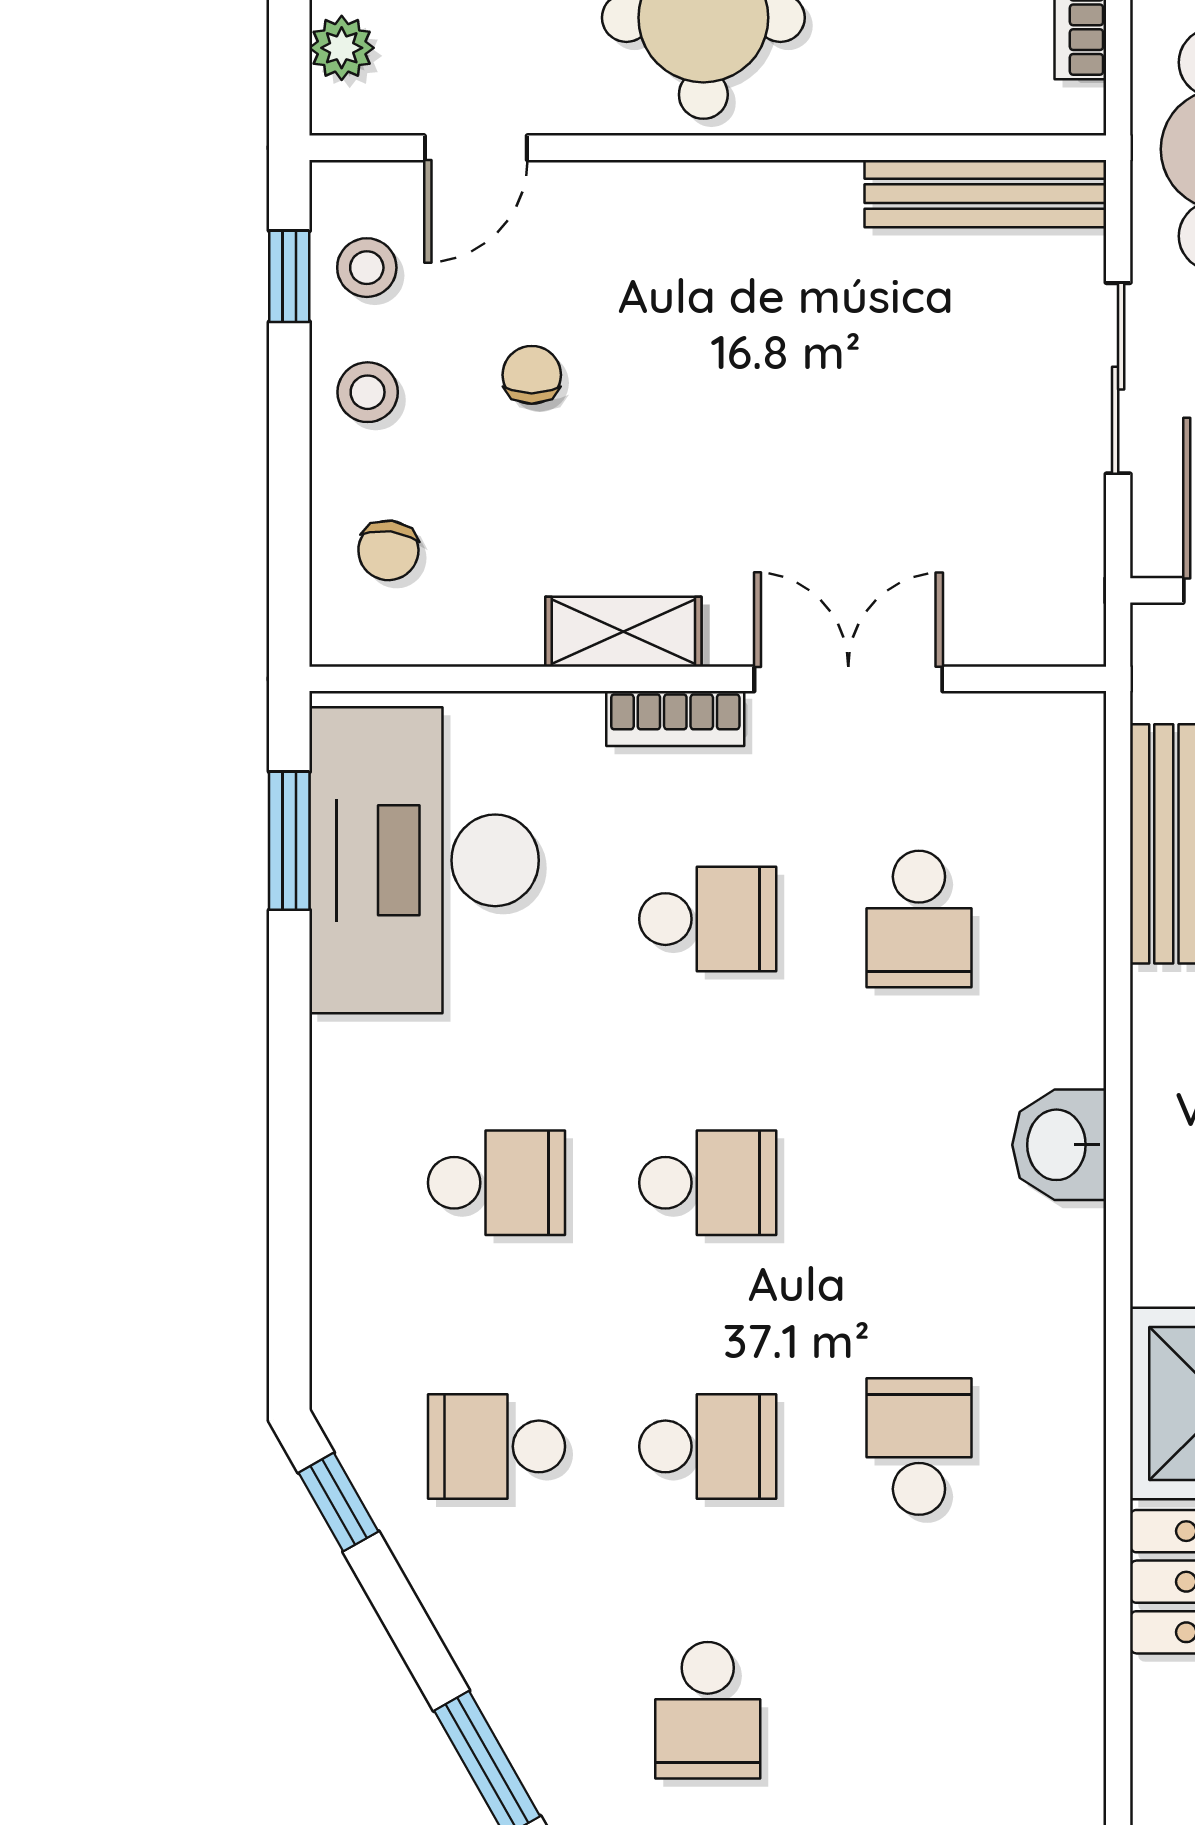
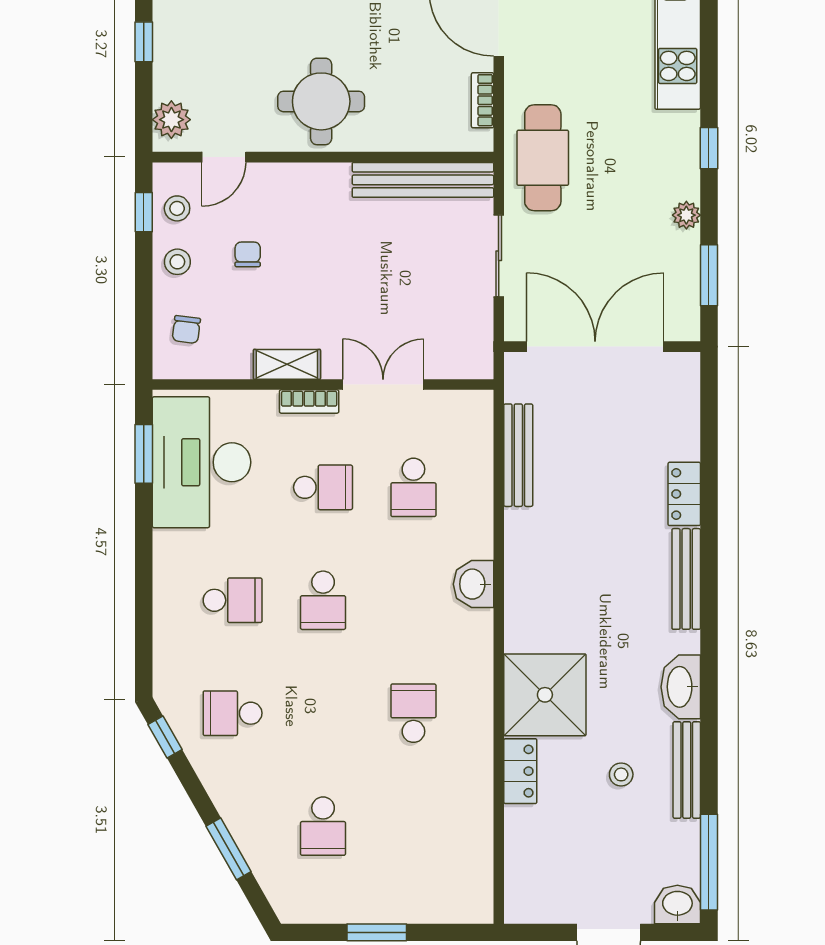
plant: (342, 48) -> (171, 120), width x1.38, depth x1.38
bench: (985, 194) -> (423, 180), width x1.37, depth x1.21
school desk: (708, 1183) -> (323, 600), turned 90
school desk: (708, 1446) -> (323, 713), removed

